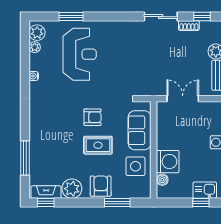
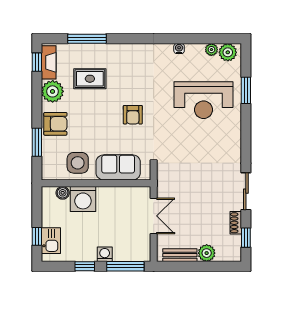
rug: (98, 145) -> (90, 79), moved, turned 90

